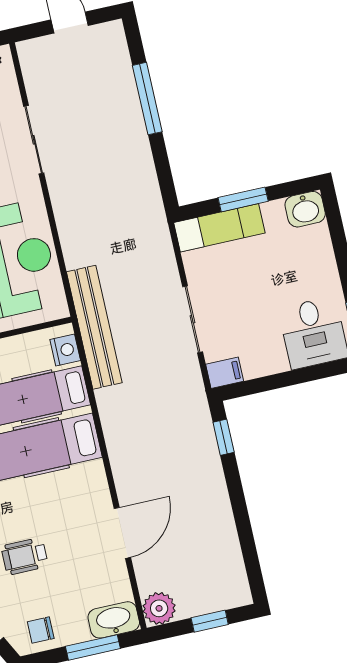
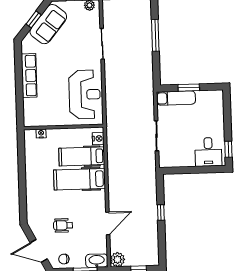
washbasin: (305, 209) -> (215, 97), removed
bench: (94, 327) -> (113, 131), removed
filing cabinet: (225, 373) -> (166, 162), removed
window: (224, 437) -> (161, 212), moved

